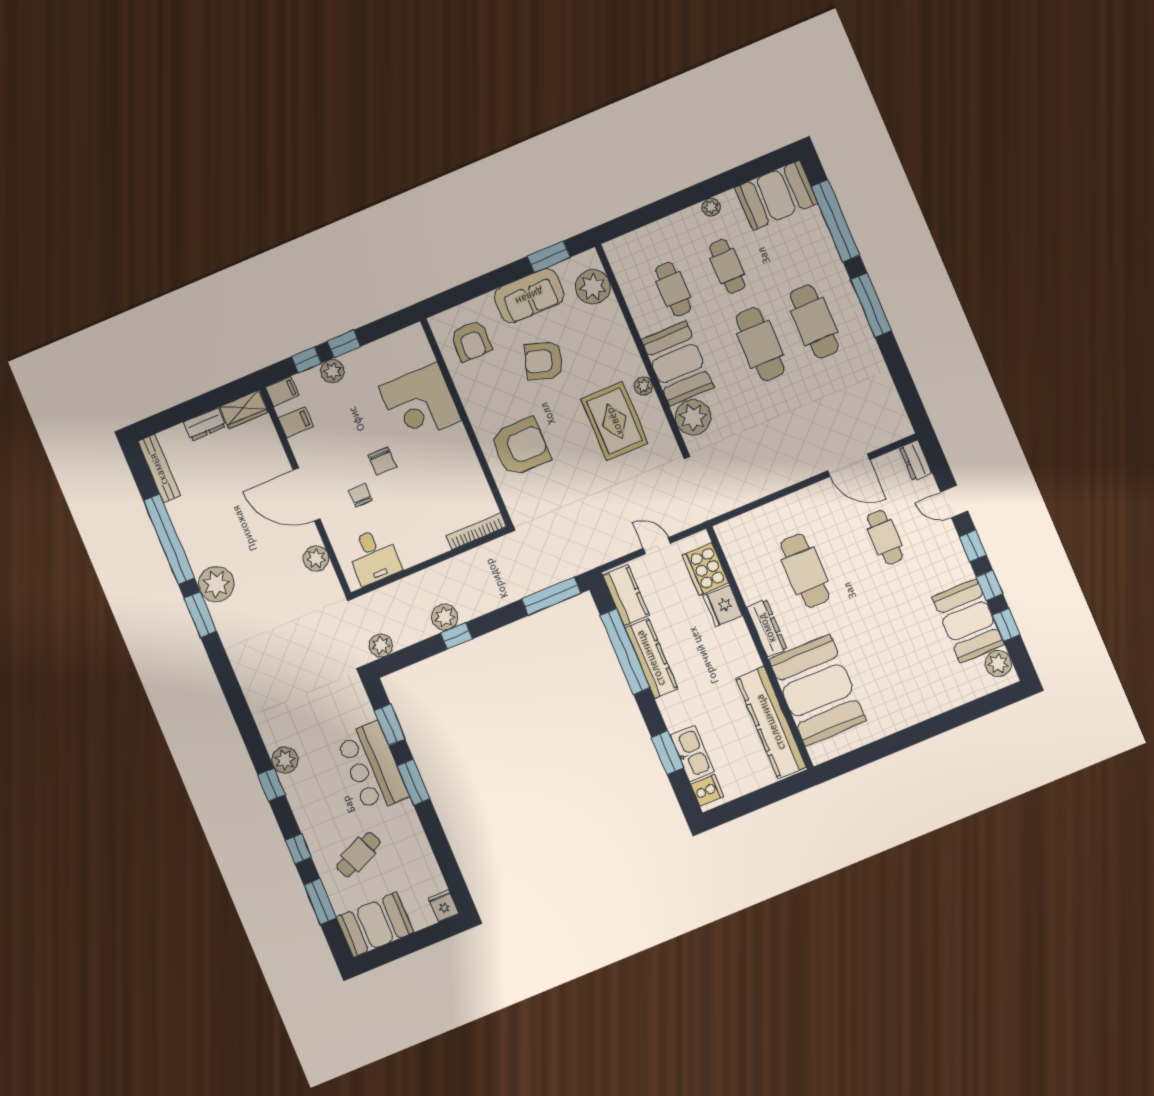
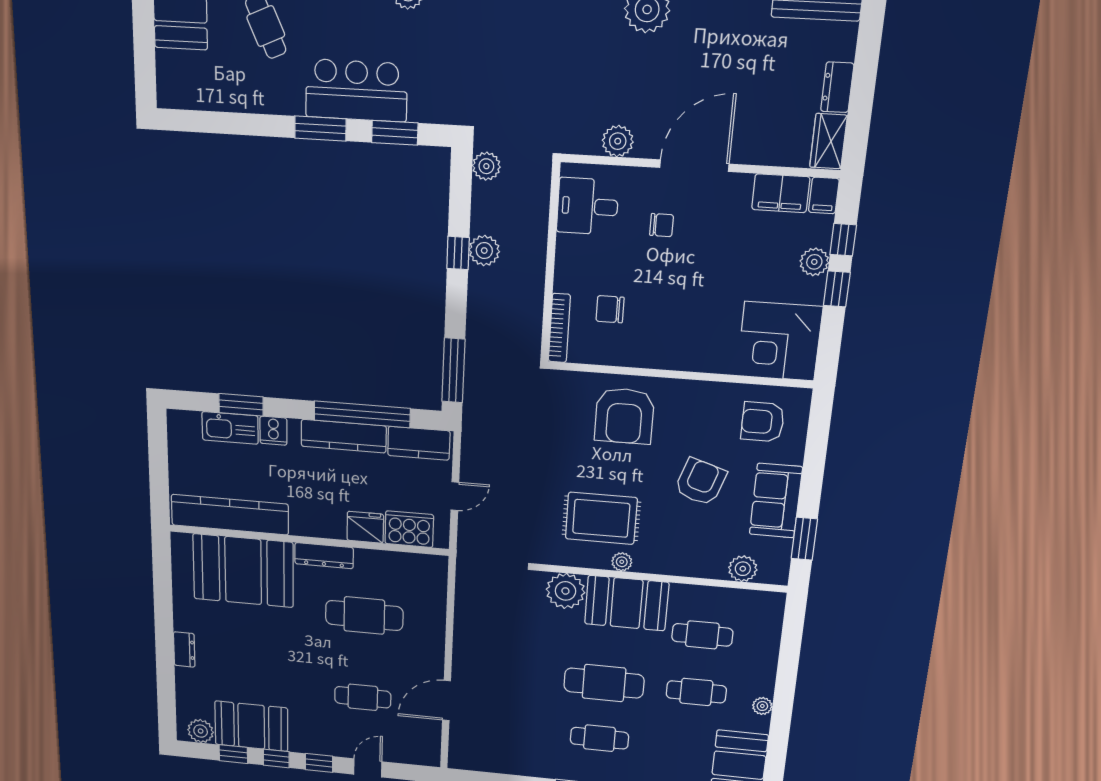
plant: (593, 287) -> (743, 569), width x0.73, depth x0.73
cafe table: (814, 321) -> (599, 738), width x0.73, depth x0.74
corner desk: (420, 403) -> (779, 341), moved, turned -90
filing cabinet: (296, 422) -> (781, 193), width x2.00
dresser: (916, 460) -> (184, 649), moved, turned 90
chair: (382, 461) -> (610, 309), moved
cooker: (707, 790) -> (273, 431), moved
fridge: (444, 906) -> (172, 95), removed

